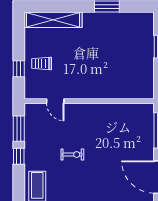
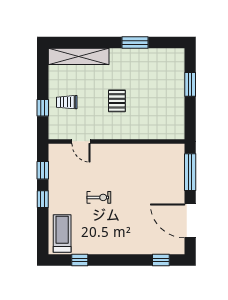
pallet: (90, 62) -> (117, 101), added
window: (19, 129) -> (43, 170), width x0.67

